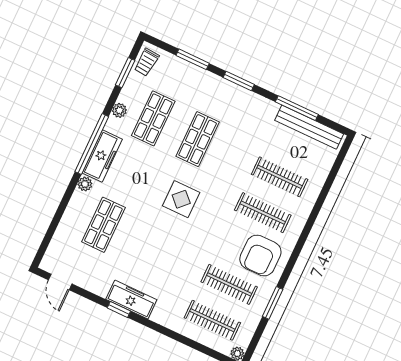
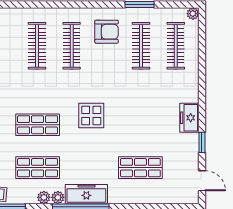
plant: (85, 184) -> (58, 197), moved
armchair: (260, 256) -> (107, 32), width x0.73, depth x0.73
door: (60, 282) -> (202, 181), hinge flipped
freezer: (131, 299) -> (189, 118), width x0.71
window: (119, 309) -> (202, 142), moved

